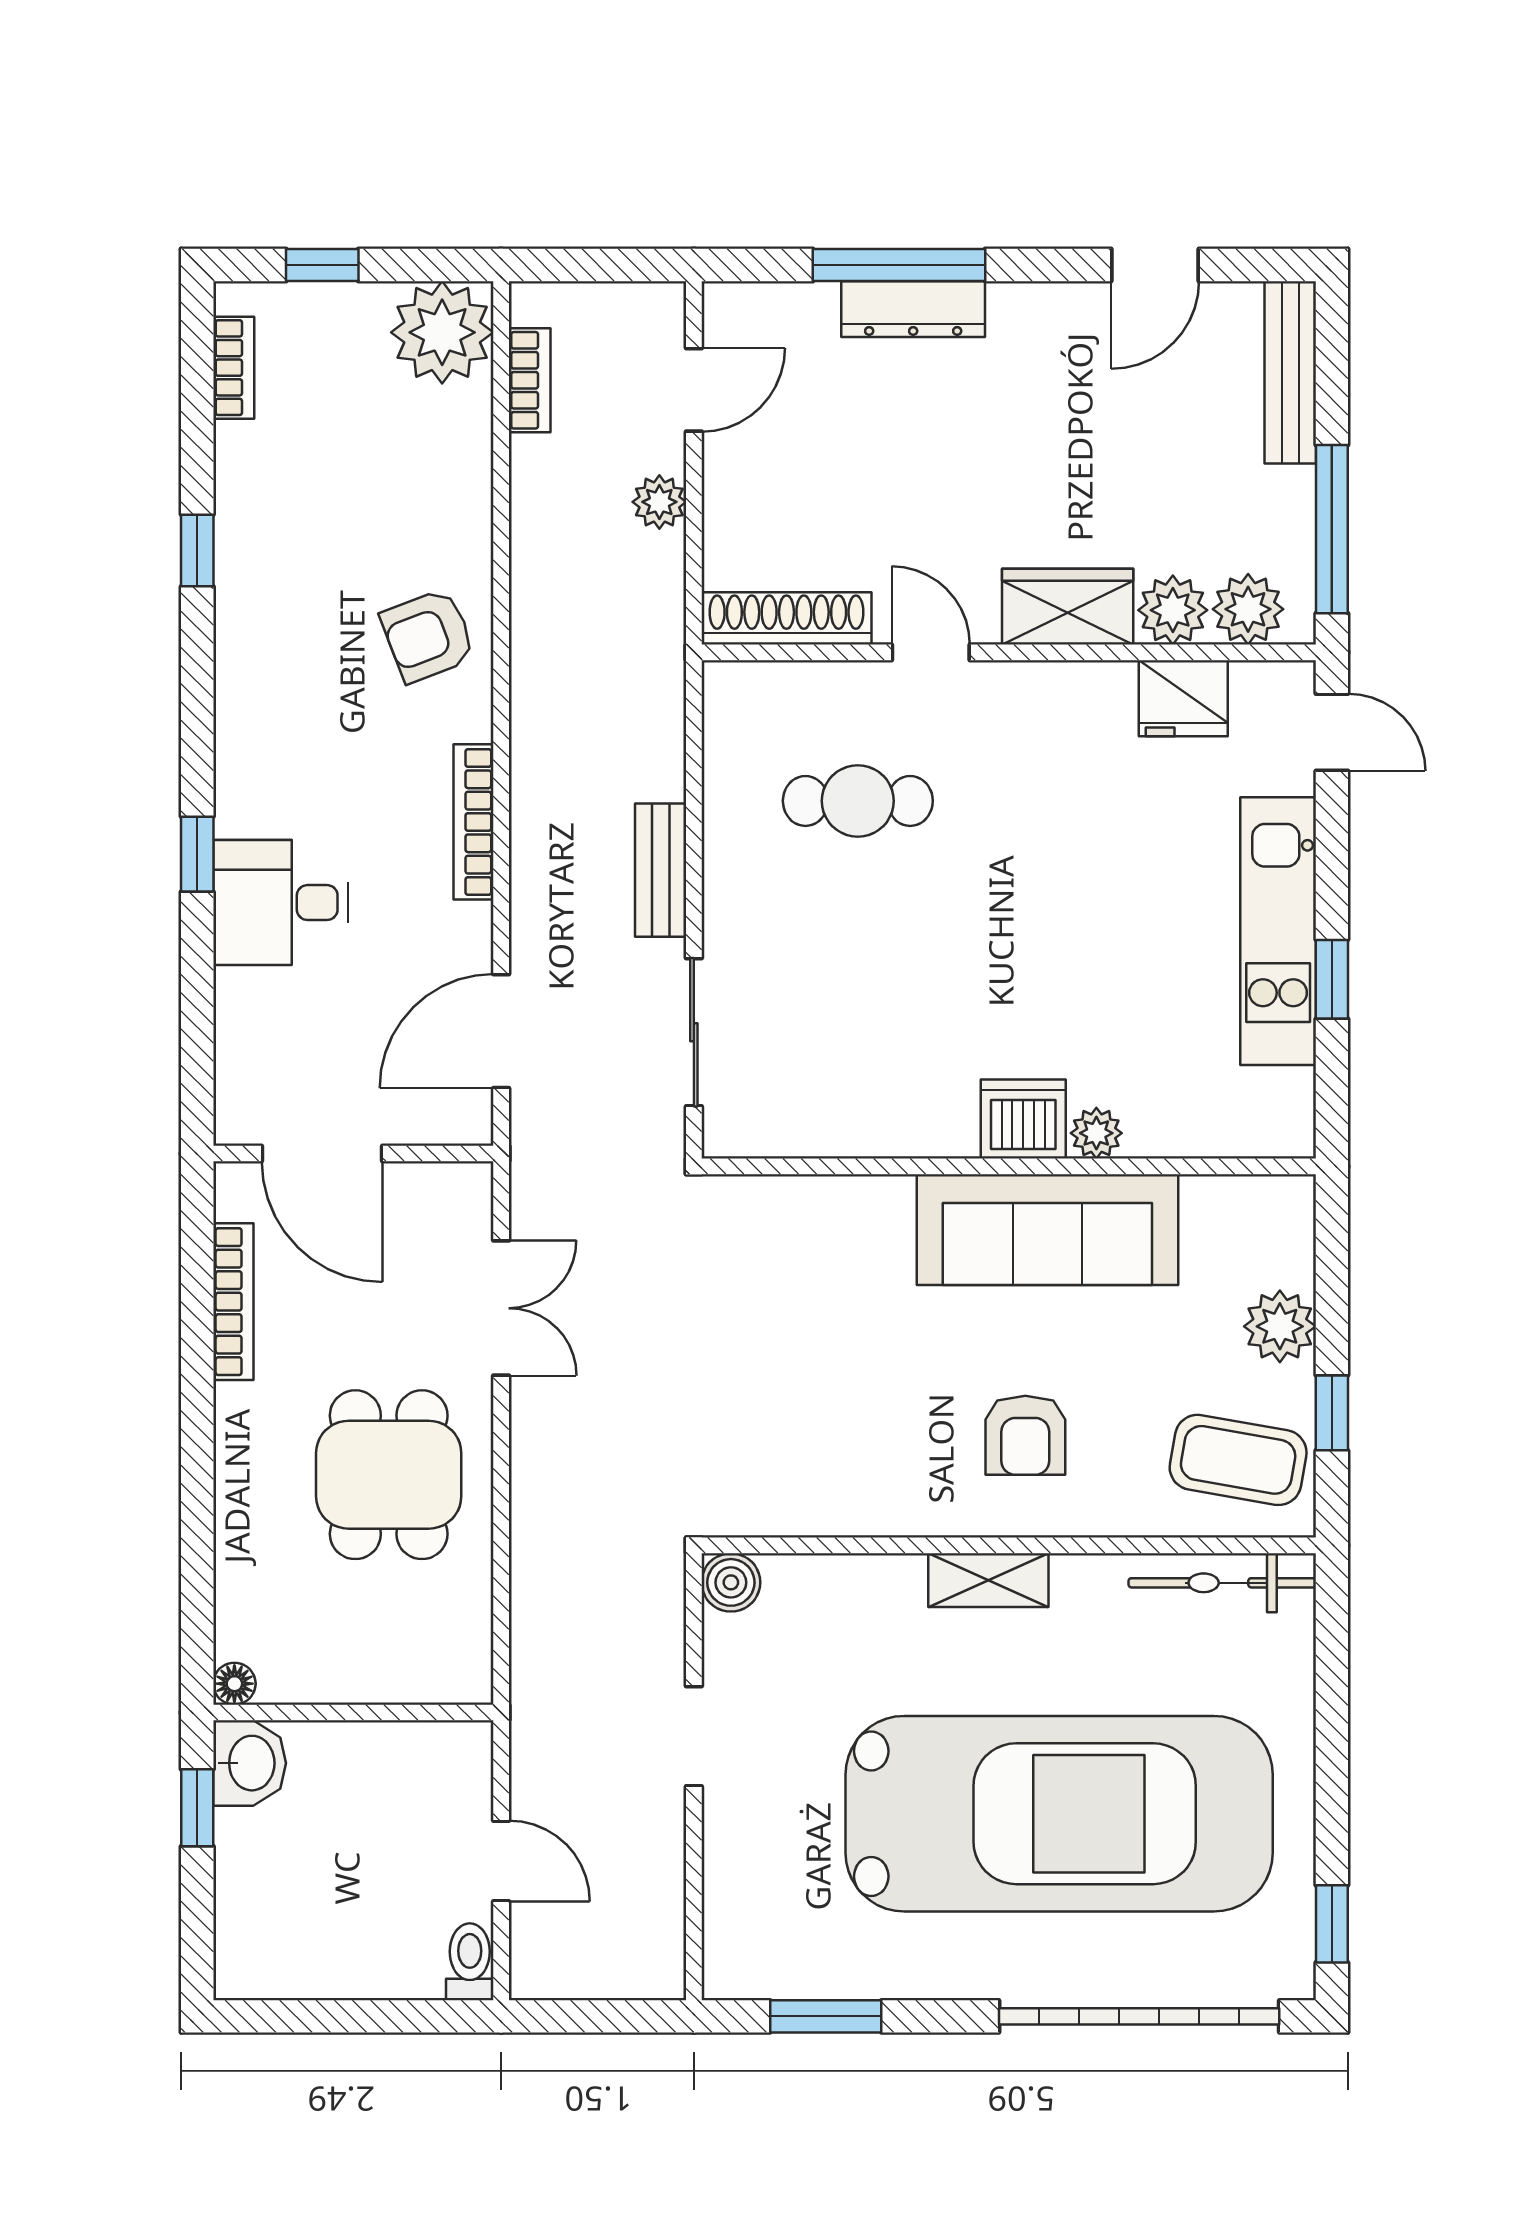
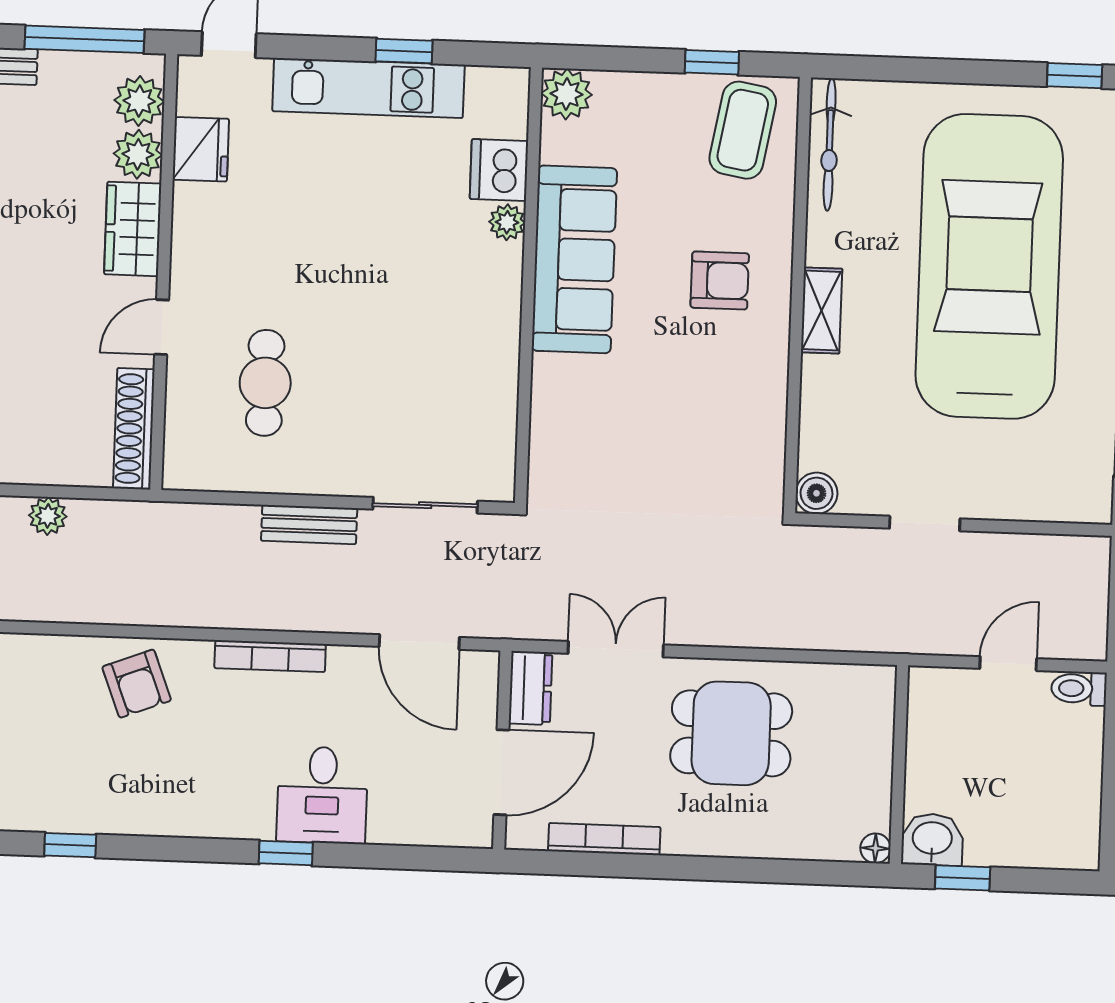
dishwasher: (1023, 1119) -> (499, 170), moved
dresser: (442, 1190) -> (531, 688), added
plant: (1280, 1326) -> (567, 94), moved

